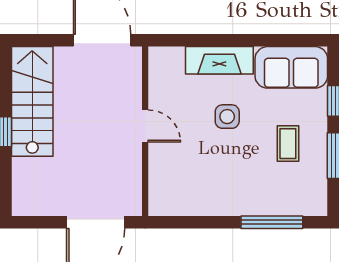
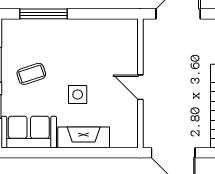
coffee table: (288, 144) -> (31, 74), turned 72

